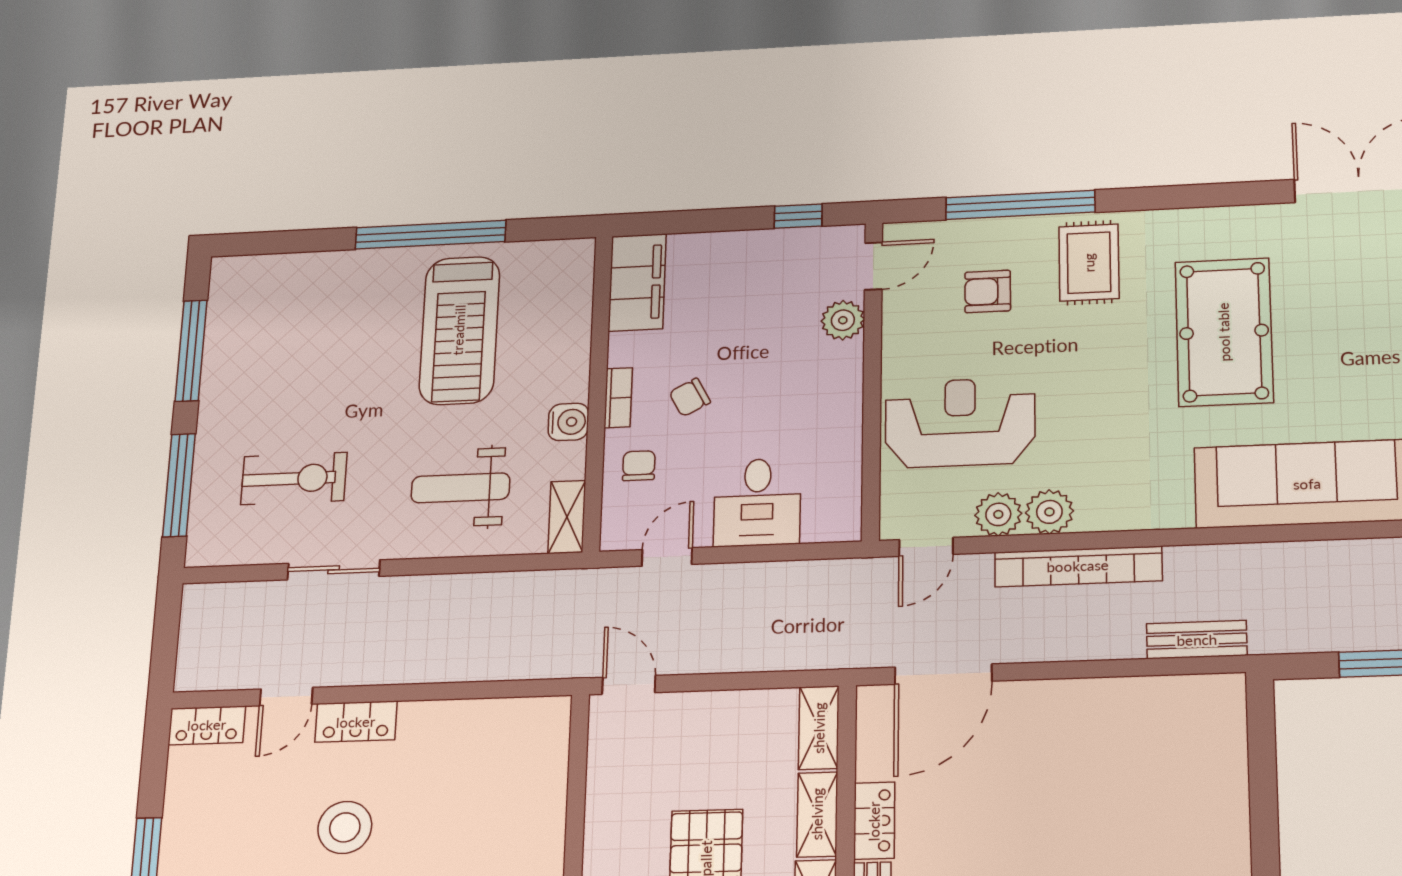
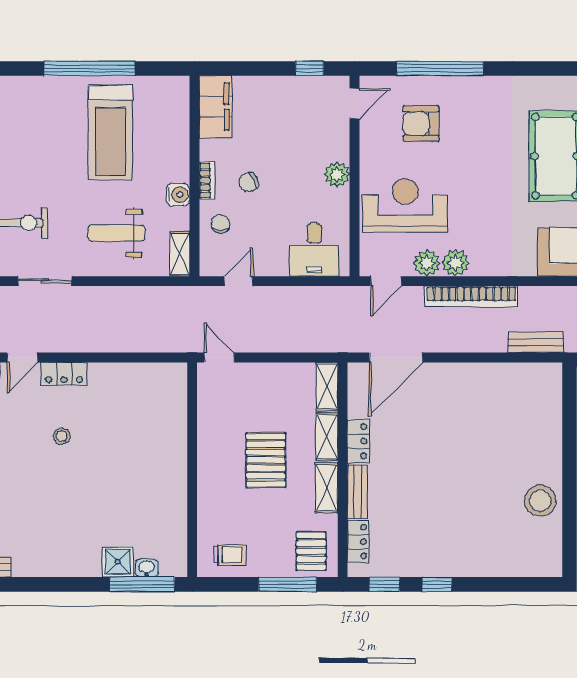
rug: (1089, 263) -> (479, 108), removed
armchair: (988, 291) -> (421, 123), width x1.38, depth x1.38
plant: (843, 320) -> (337, 175), moved
desk: (757, 502) -> (314, 250), moved
stool: (345, 827) -> (62, 436), width x0.53, depth x0.53

